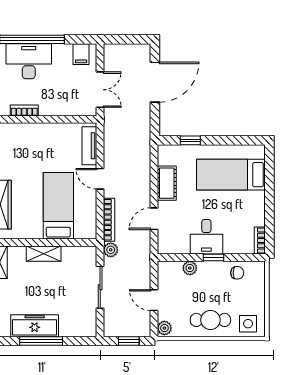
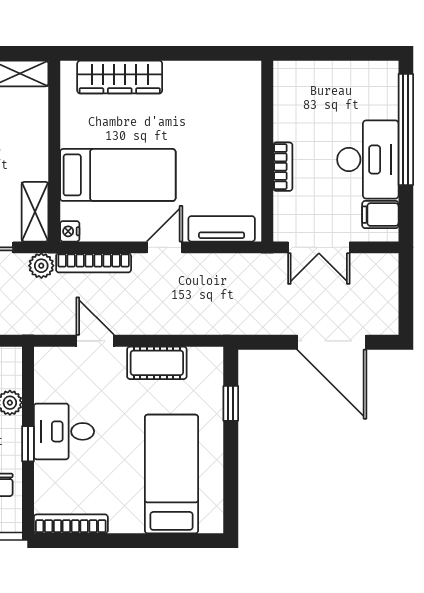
desk: (29, 61) -> (368, 160), moved
bookcase: (24, 110) -> (283, 167), moved
nightstand: (91, 233) -> (70, 231), added
bookcase: (260, 241) -> (71, 524), width x1.56
shelving: (44, 254) -> (35, 212), moved

